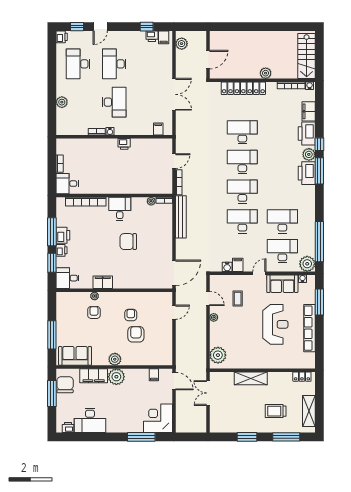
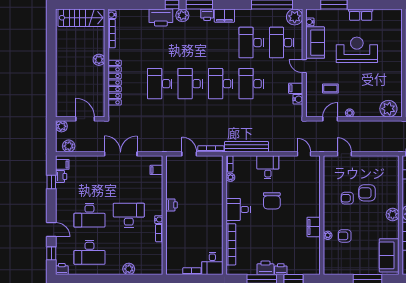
plant: (201, 37) -> (61, 126), added
filing cabinet: (309, 111) -> (224, 16), moved
printer: (307, 173) -> (207, 15), width x0.53, depth x0.68
door: (174, 273) -> (304, 154), width x0.53
desk: (68, 278) -> (268, 167), moved, turned 180
row of seats: (309, 328) -> (361, 15), width x0.50

